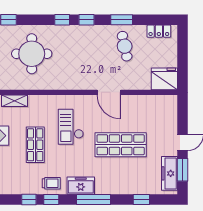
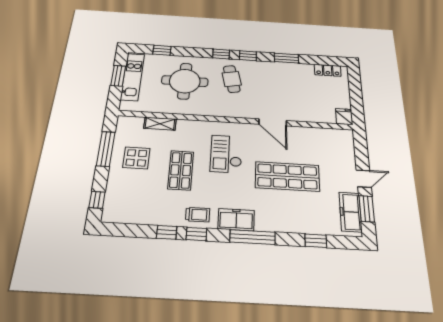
cafe table: (125, 46) -> (232, 79), moved
fridge: (164, 79) -> (344, 117), width x0.53, depth x0.75

